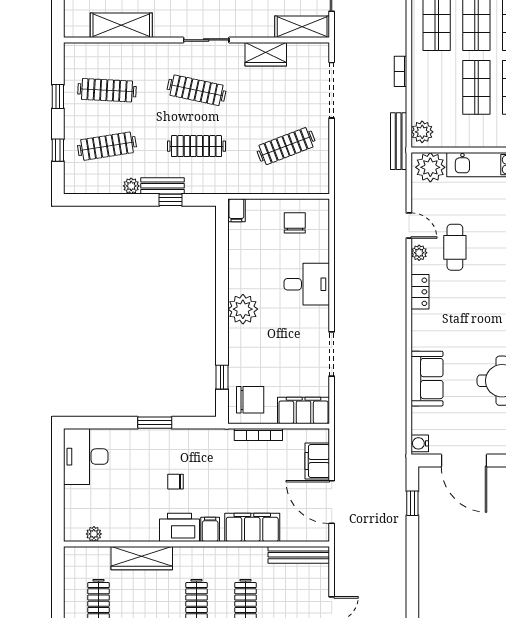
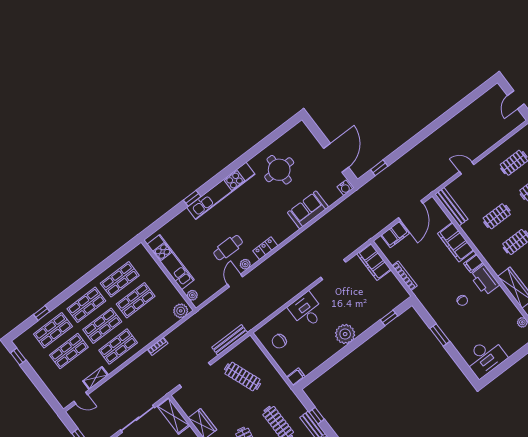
bench: (399, 141) -> (230, 340), moved
plant: (430, 167) -> (192, 295), width x0.53, depth x0.53
chair: (250, 400) -> (390, 294), removed

